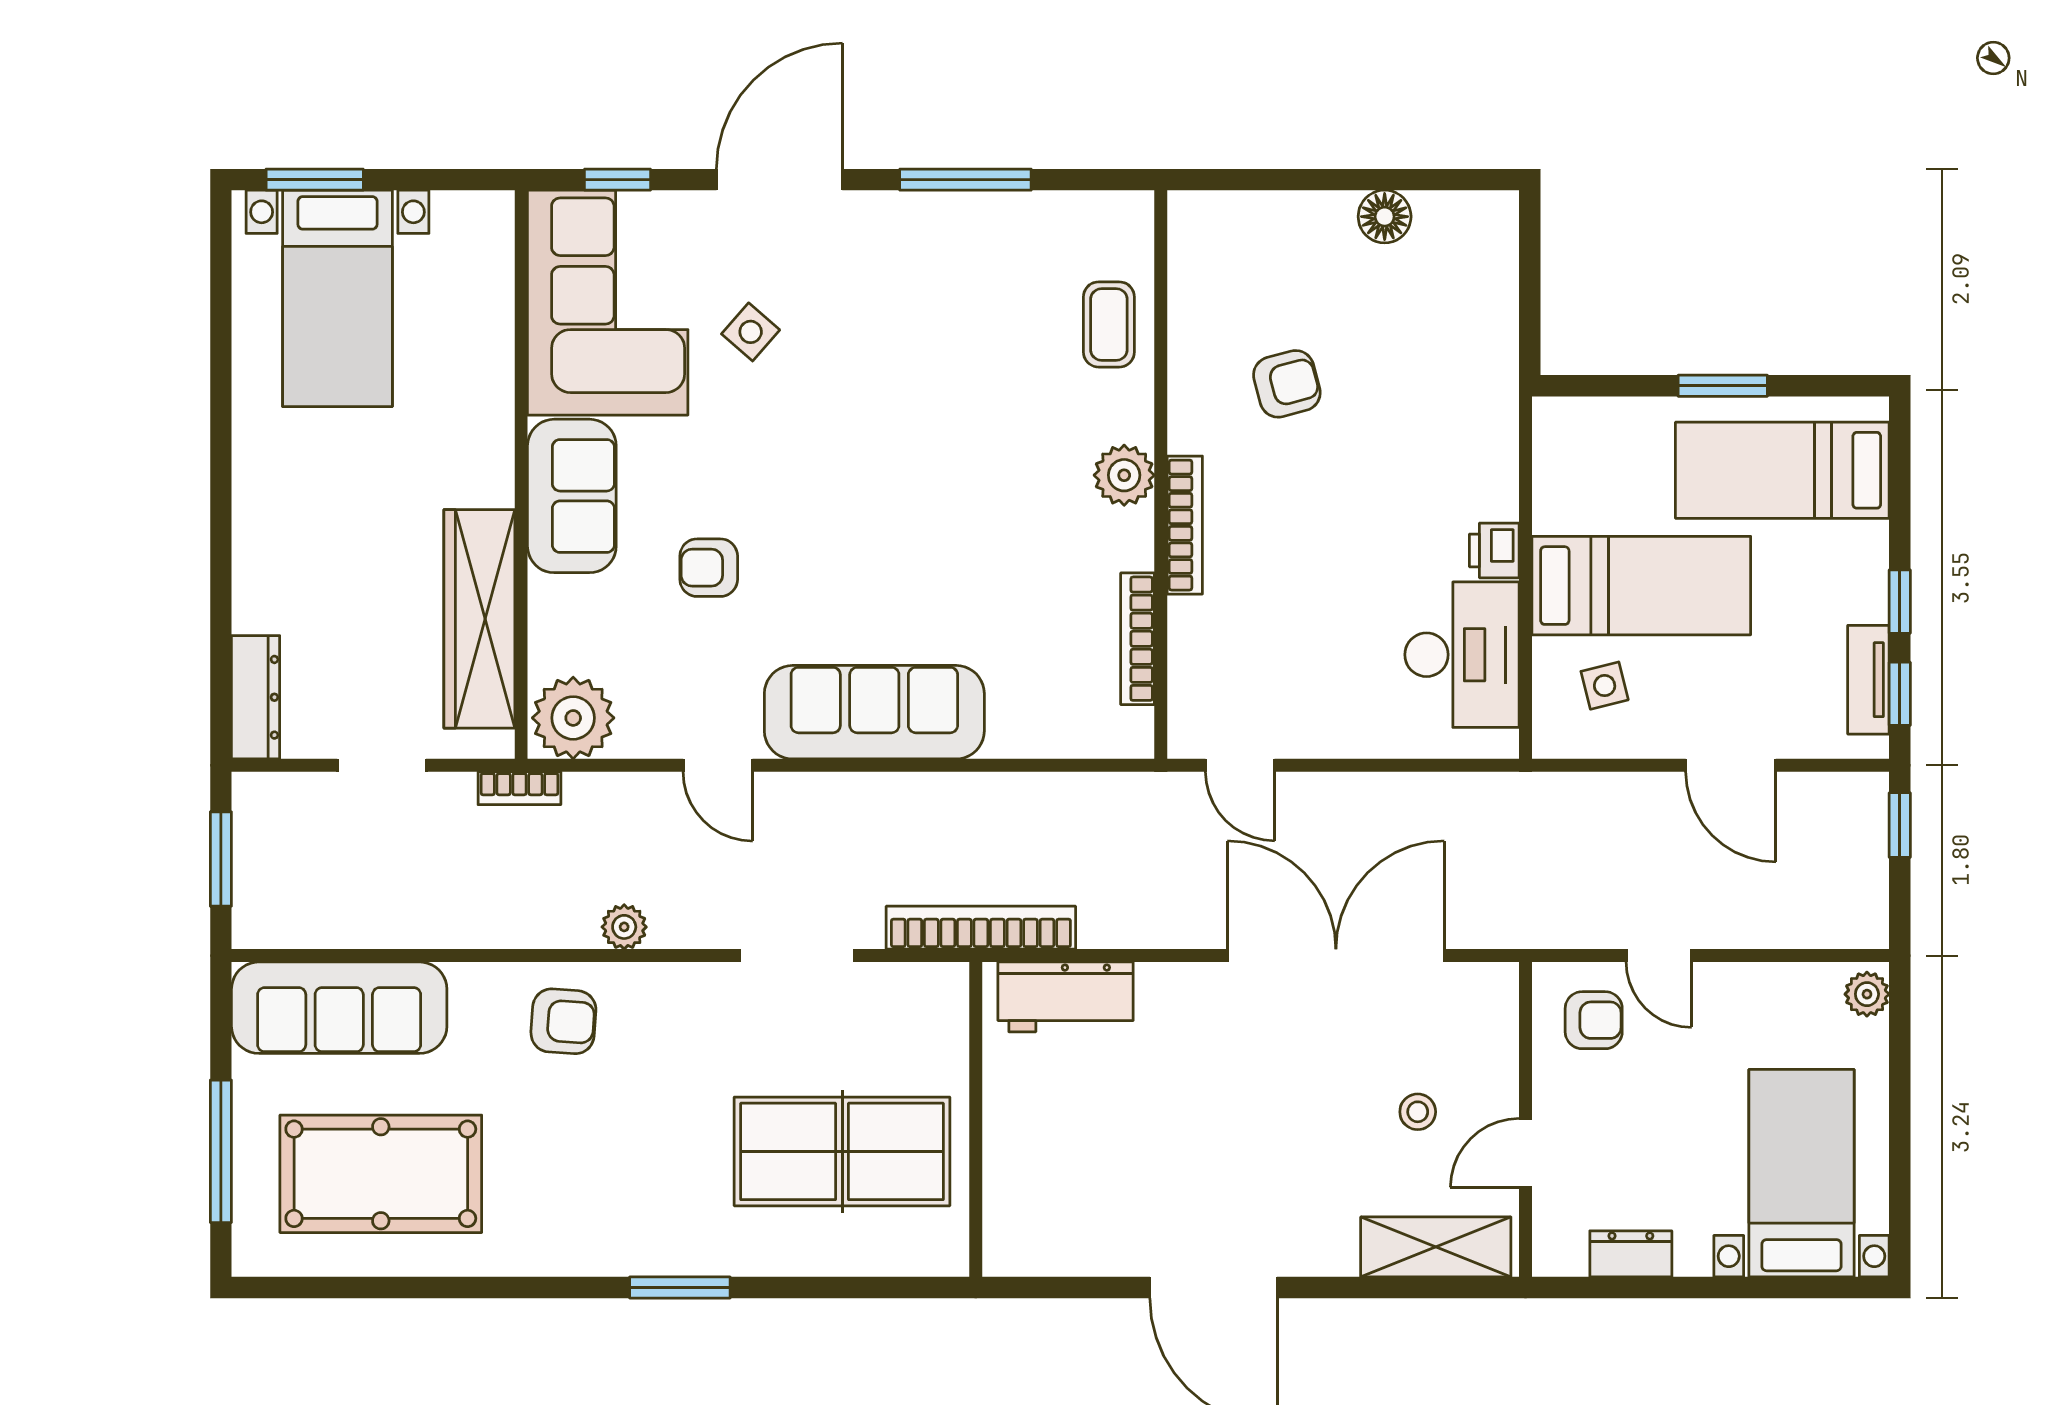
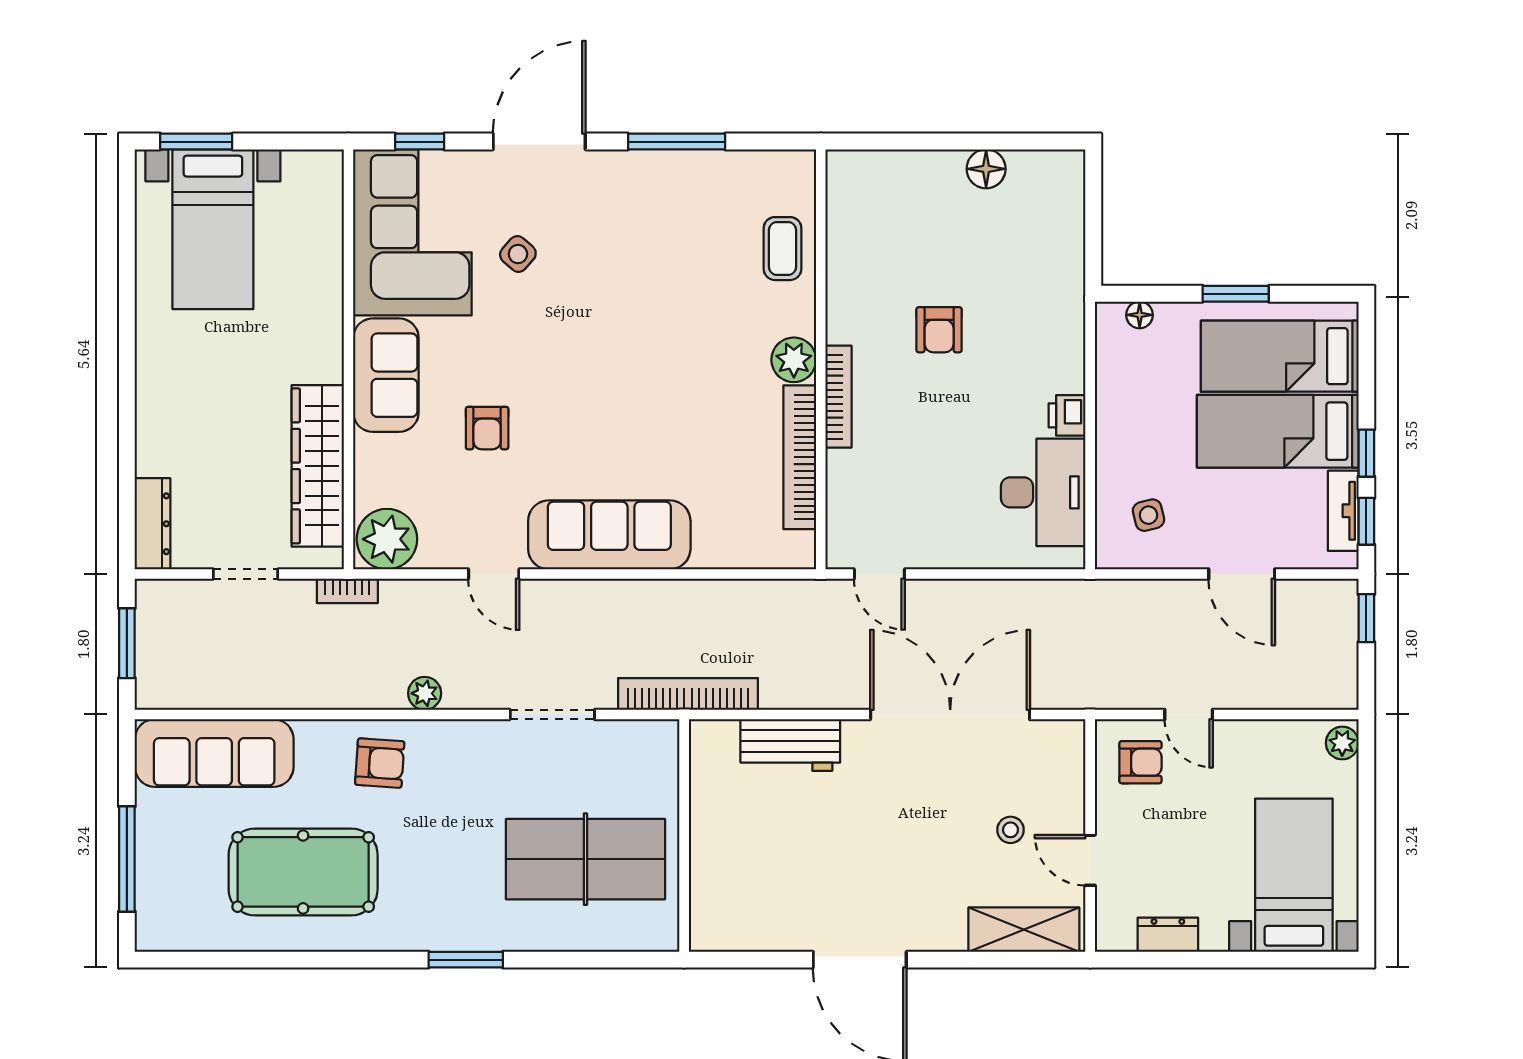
armchair: (1287, 384) -> (939, 330), moved, turned 105
floor lamp: (1592, 414) -> (1140, 315), added
armchair: (709, 568) -> (487, 428), turned -90
bed: (1641, 586) -> (1278, 431), moved, turned 180
bookcase: (1138, 639) -> (800, 457), width x1.48, depth x1.31
workbench: (1066, 997) -> (790, 745), moved
door: (1525, 1153) -> (1090, 860), hinge flipped
pool table: (381, 1174) -> (303, 872), moved

